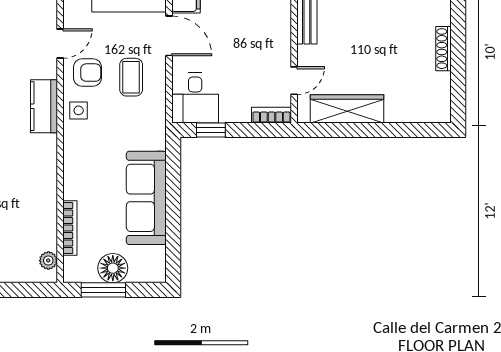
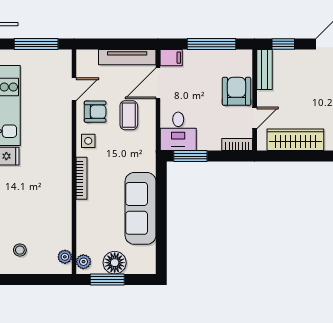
door: (169, 36) -> (158, 83), swing flipped
armchair: (271, 46) -> (237, 91), added
kitchen counter: (44, 106) -> (62, 138), removed
window: (211, 130) -> (190, 156), width x1.50
bookcase: (70, 228) -> (82, 178), moved
plant: (72, 267) -> (83, 262), added

